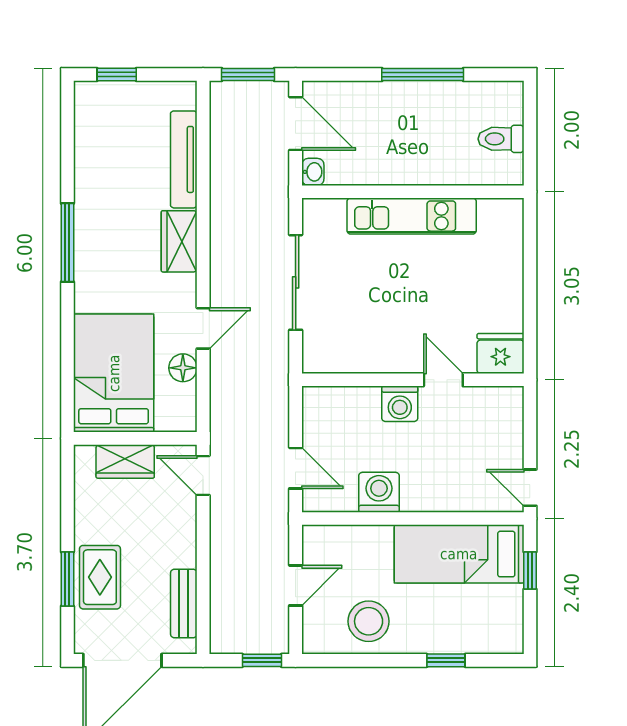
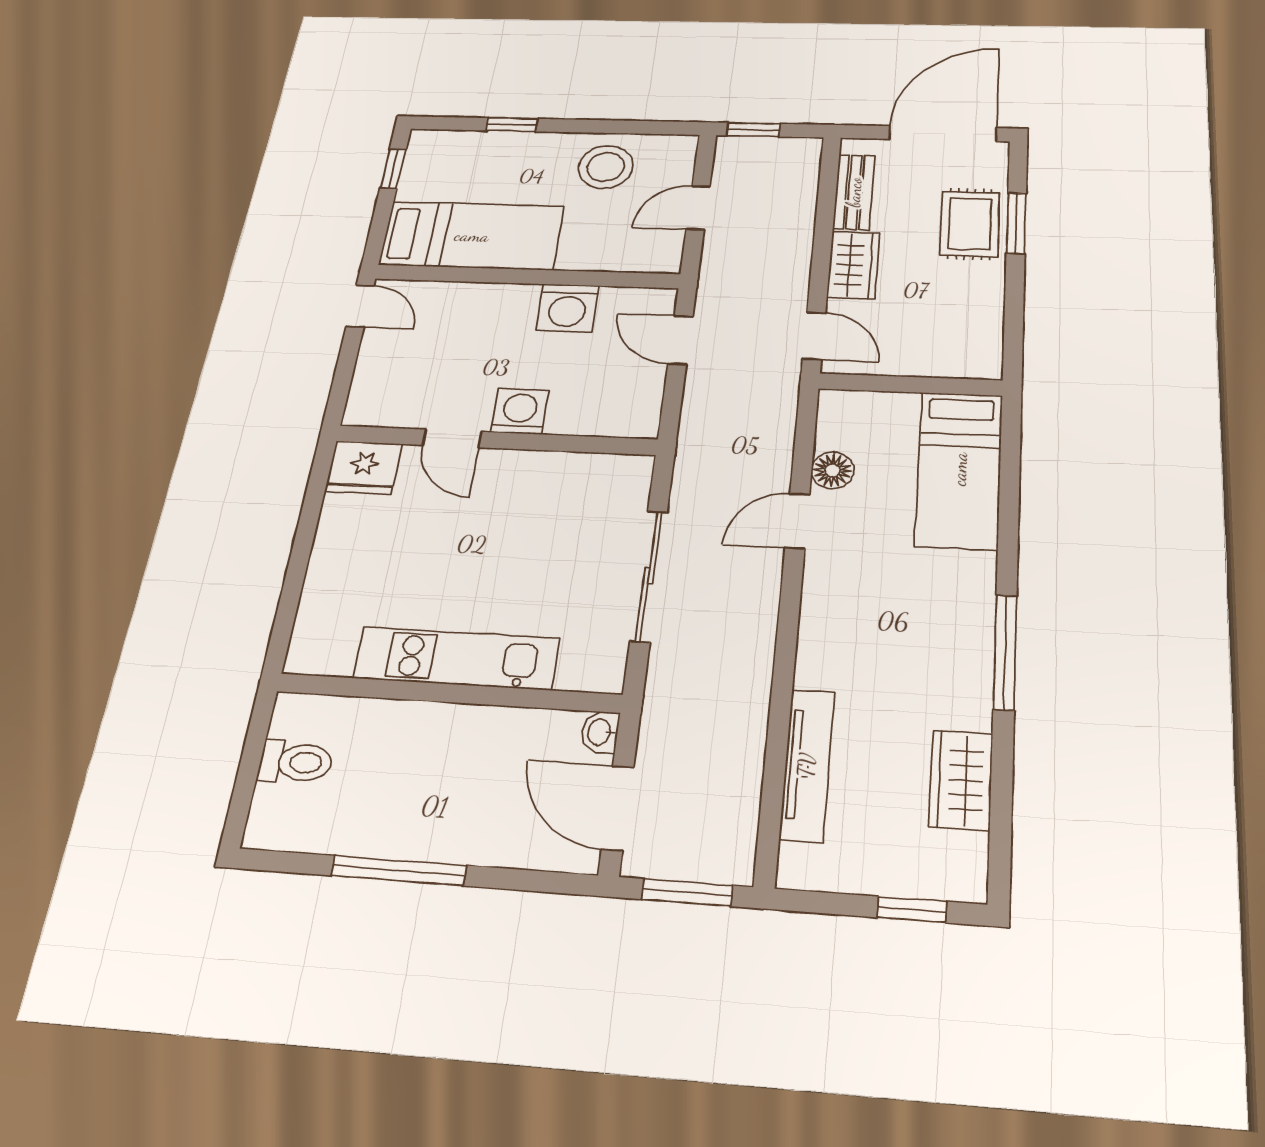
wardrobe: (179, 241) -> (961, 780), moved, turned 180
bed: (114, 373) -> (959, 469), width x0.67
wardrobe: (125, 461) -> (853, 265), moved, turned 90
window: (530, 570) -> (393, 169), moved

